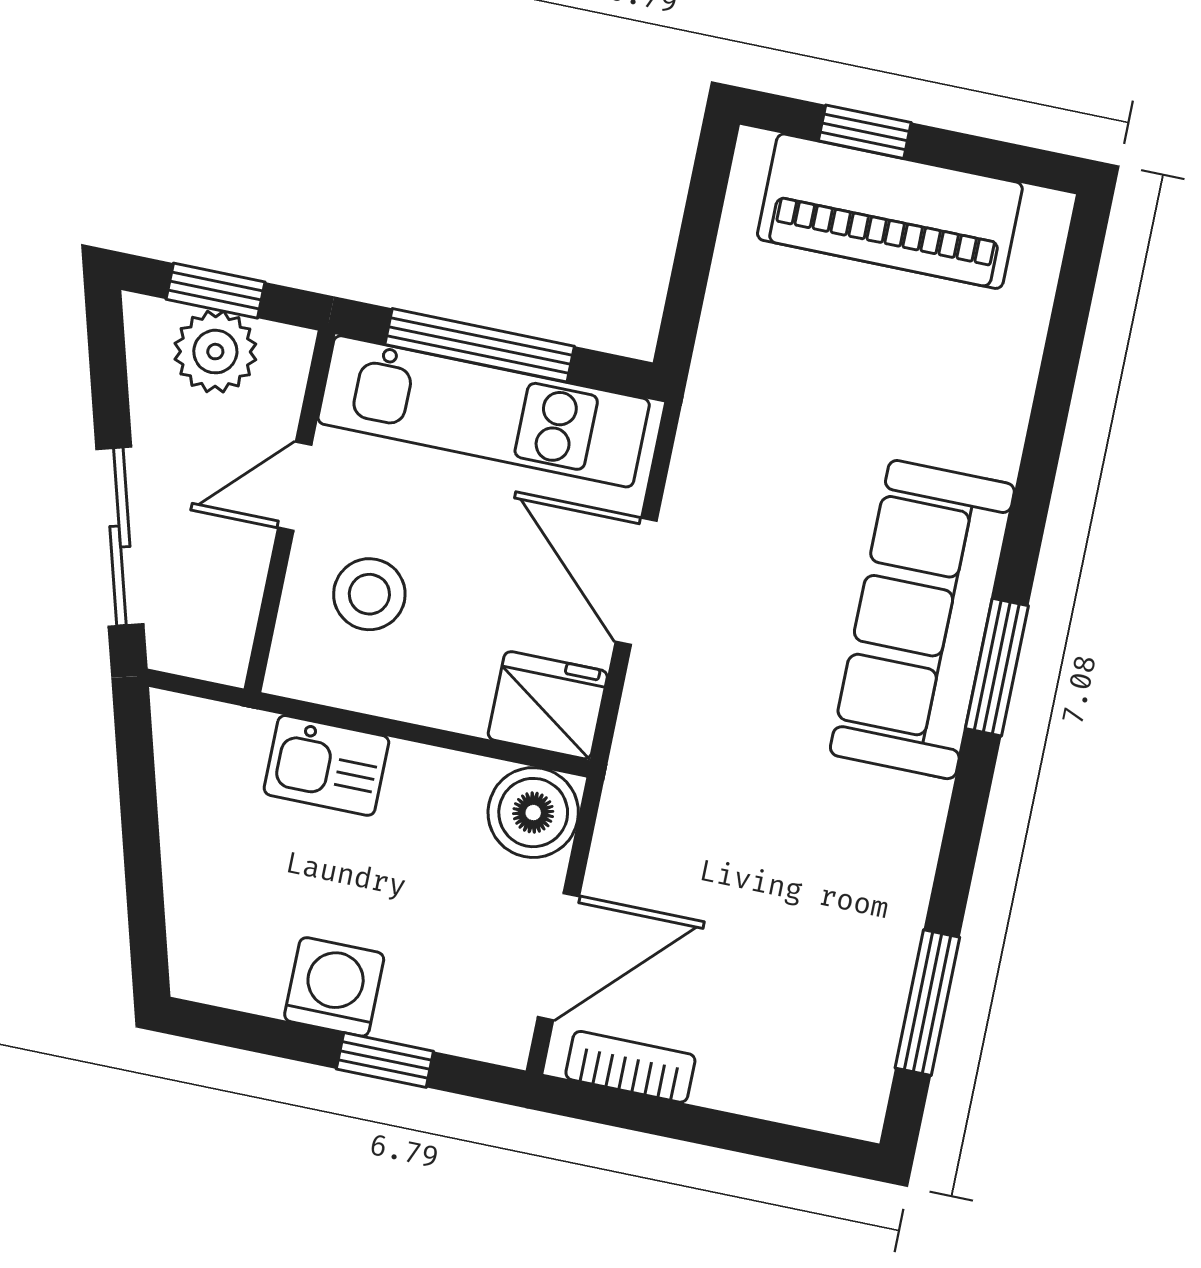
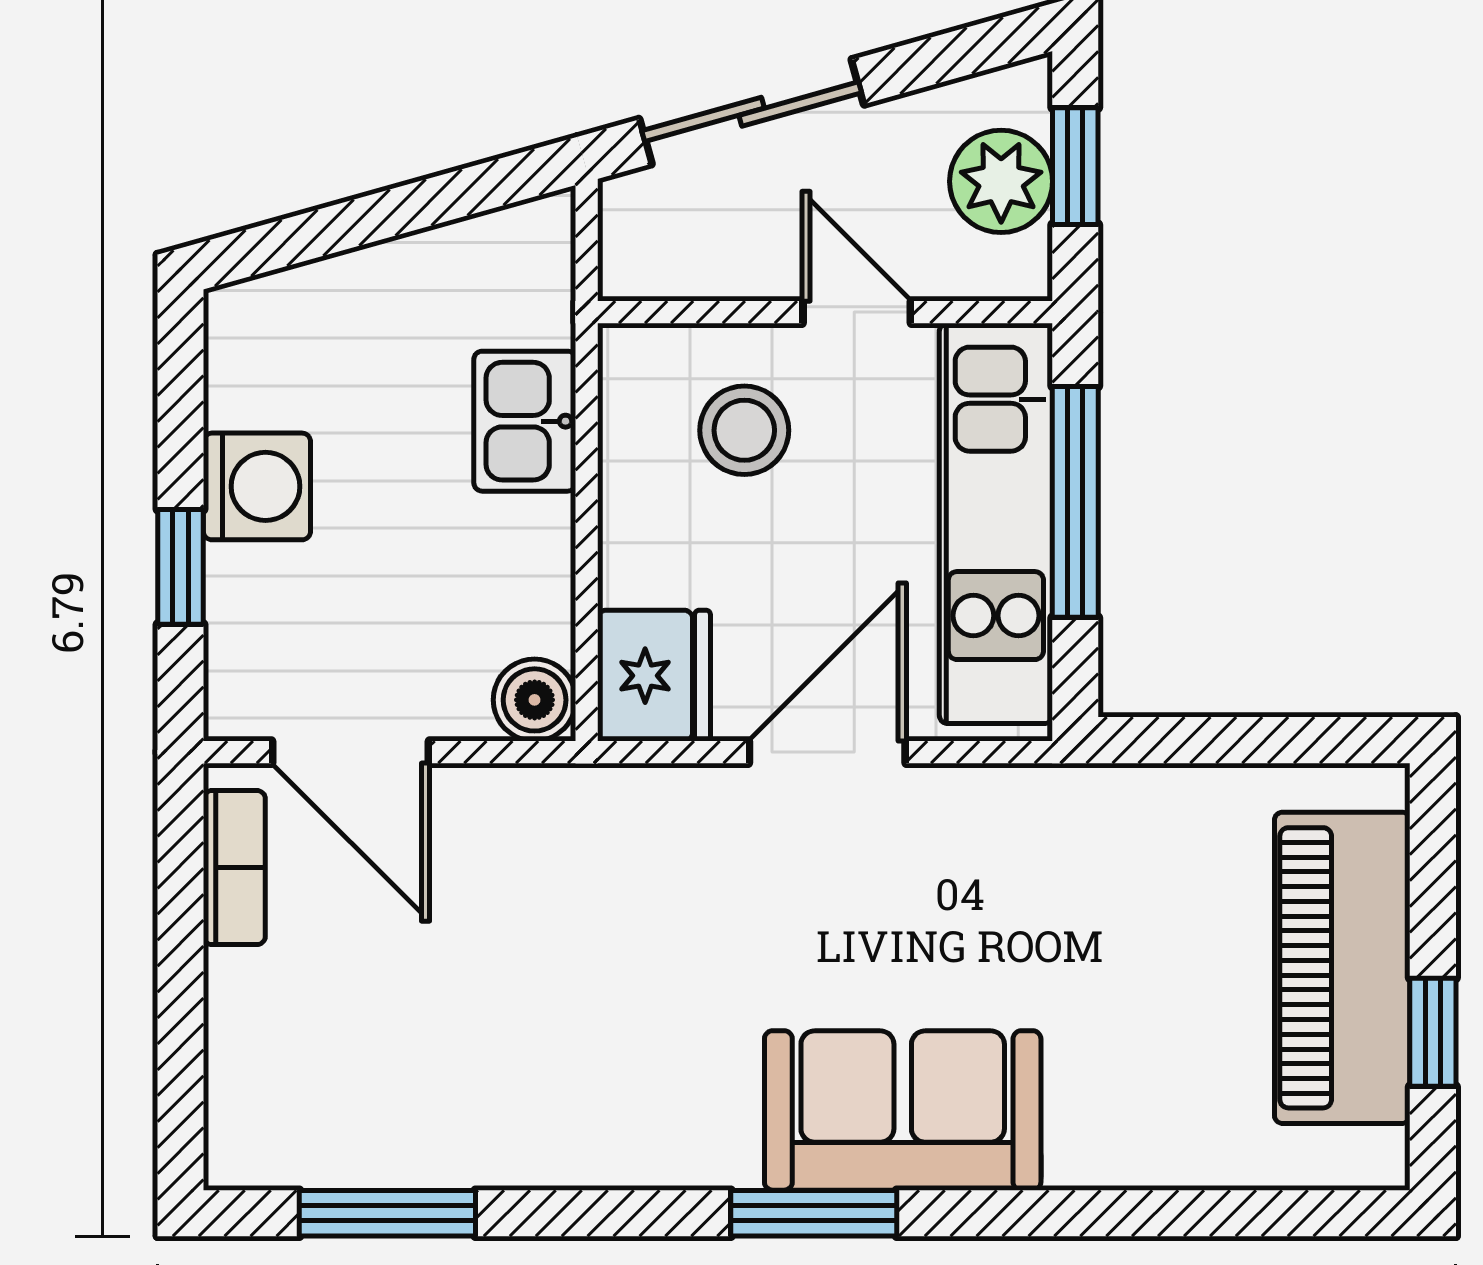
window: (865, 132) -> (1433, 1032), moved
sofa: (922, 620) -> (903, 1110), width x0.73
boiler: (533, 813) -> (535, 700), width x0.73, depth x0.73

